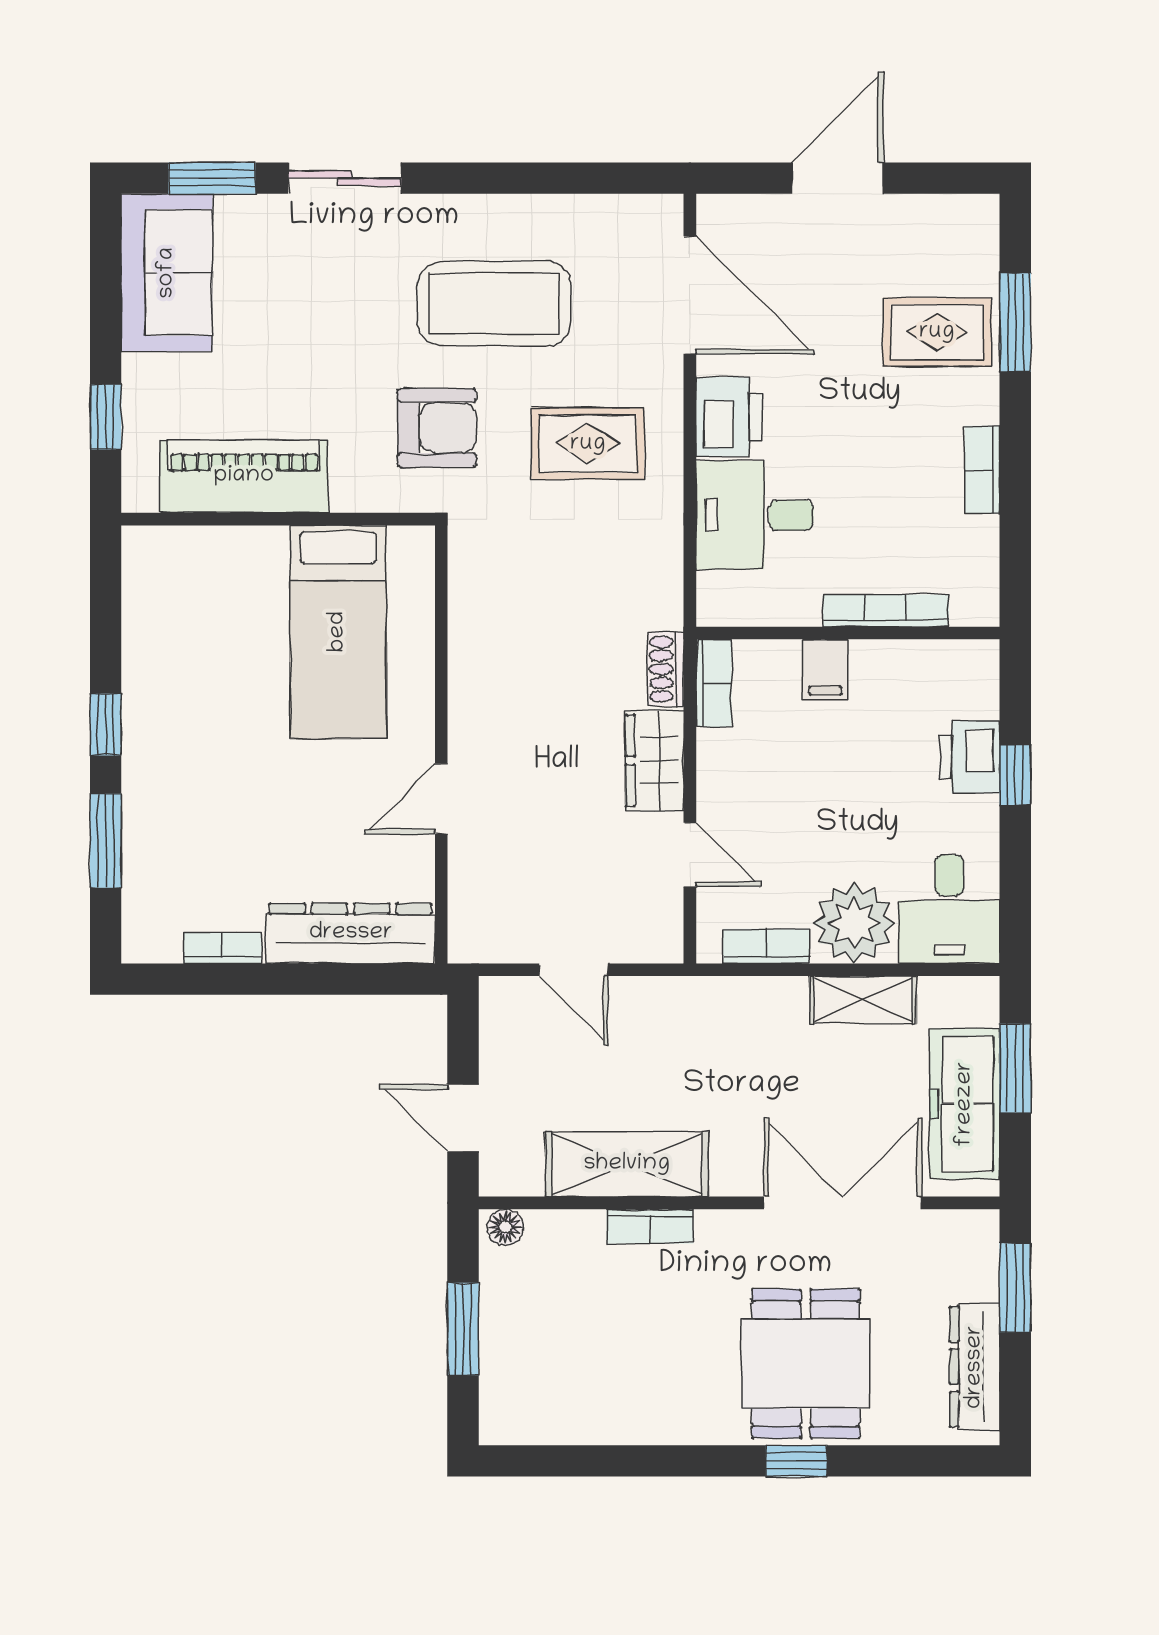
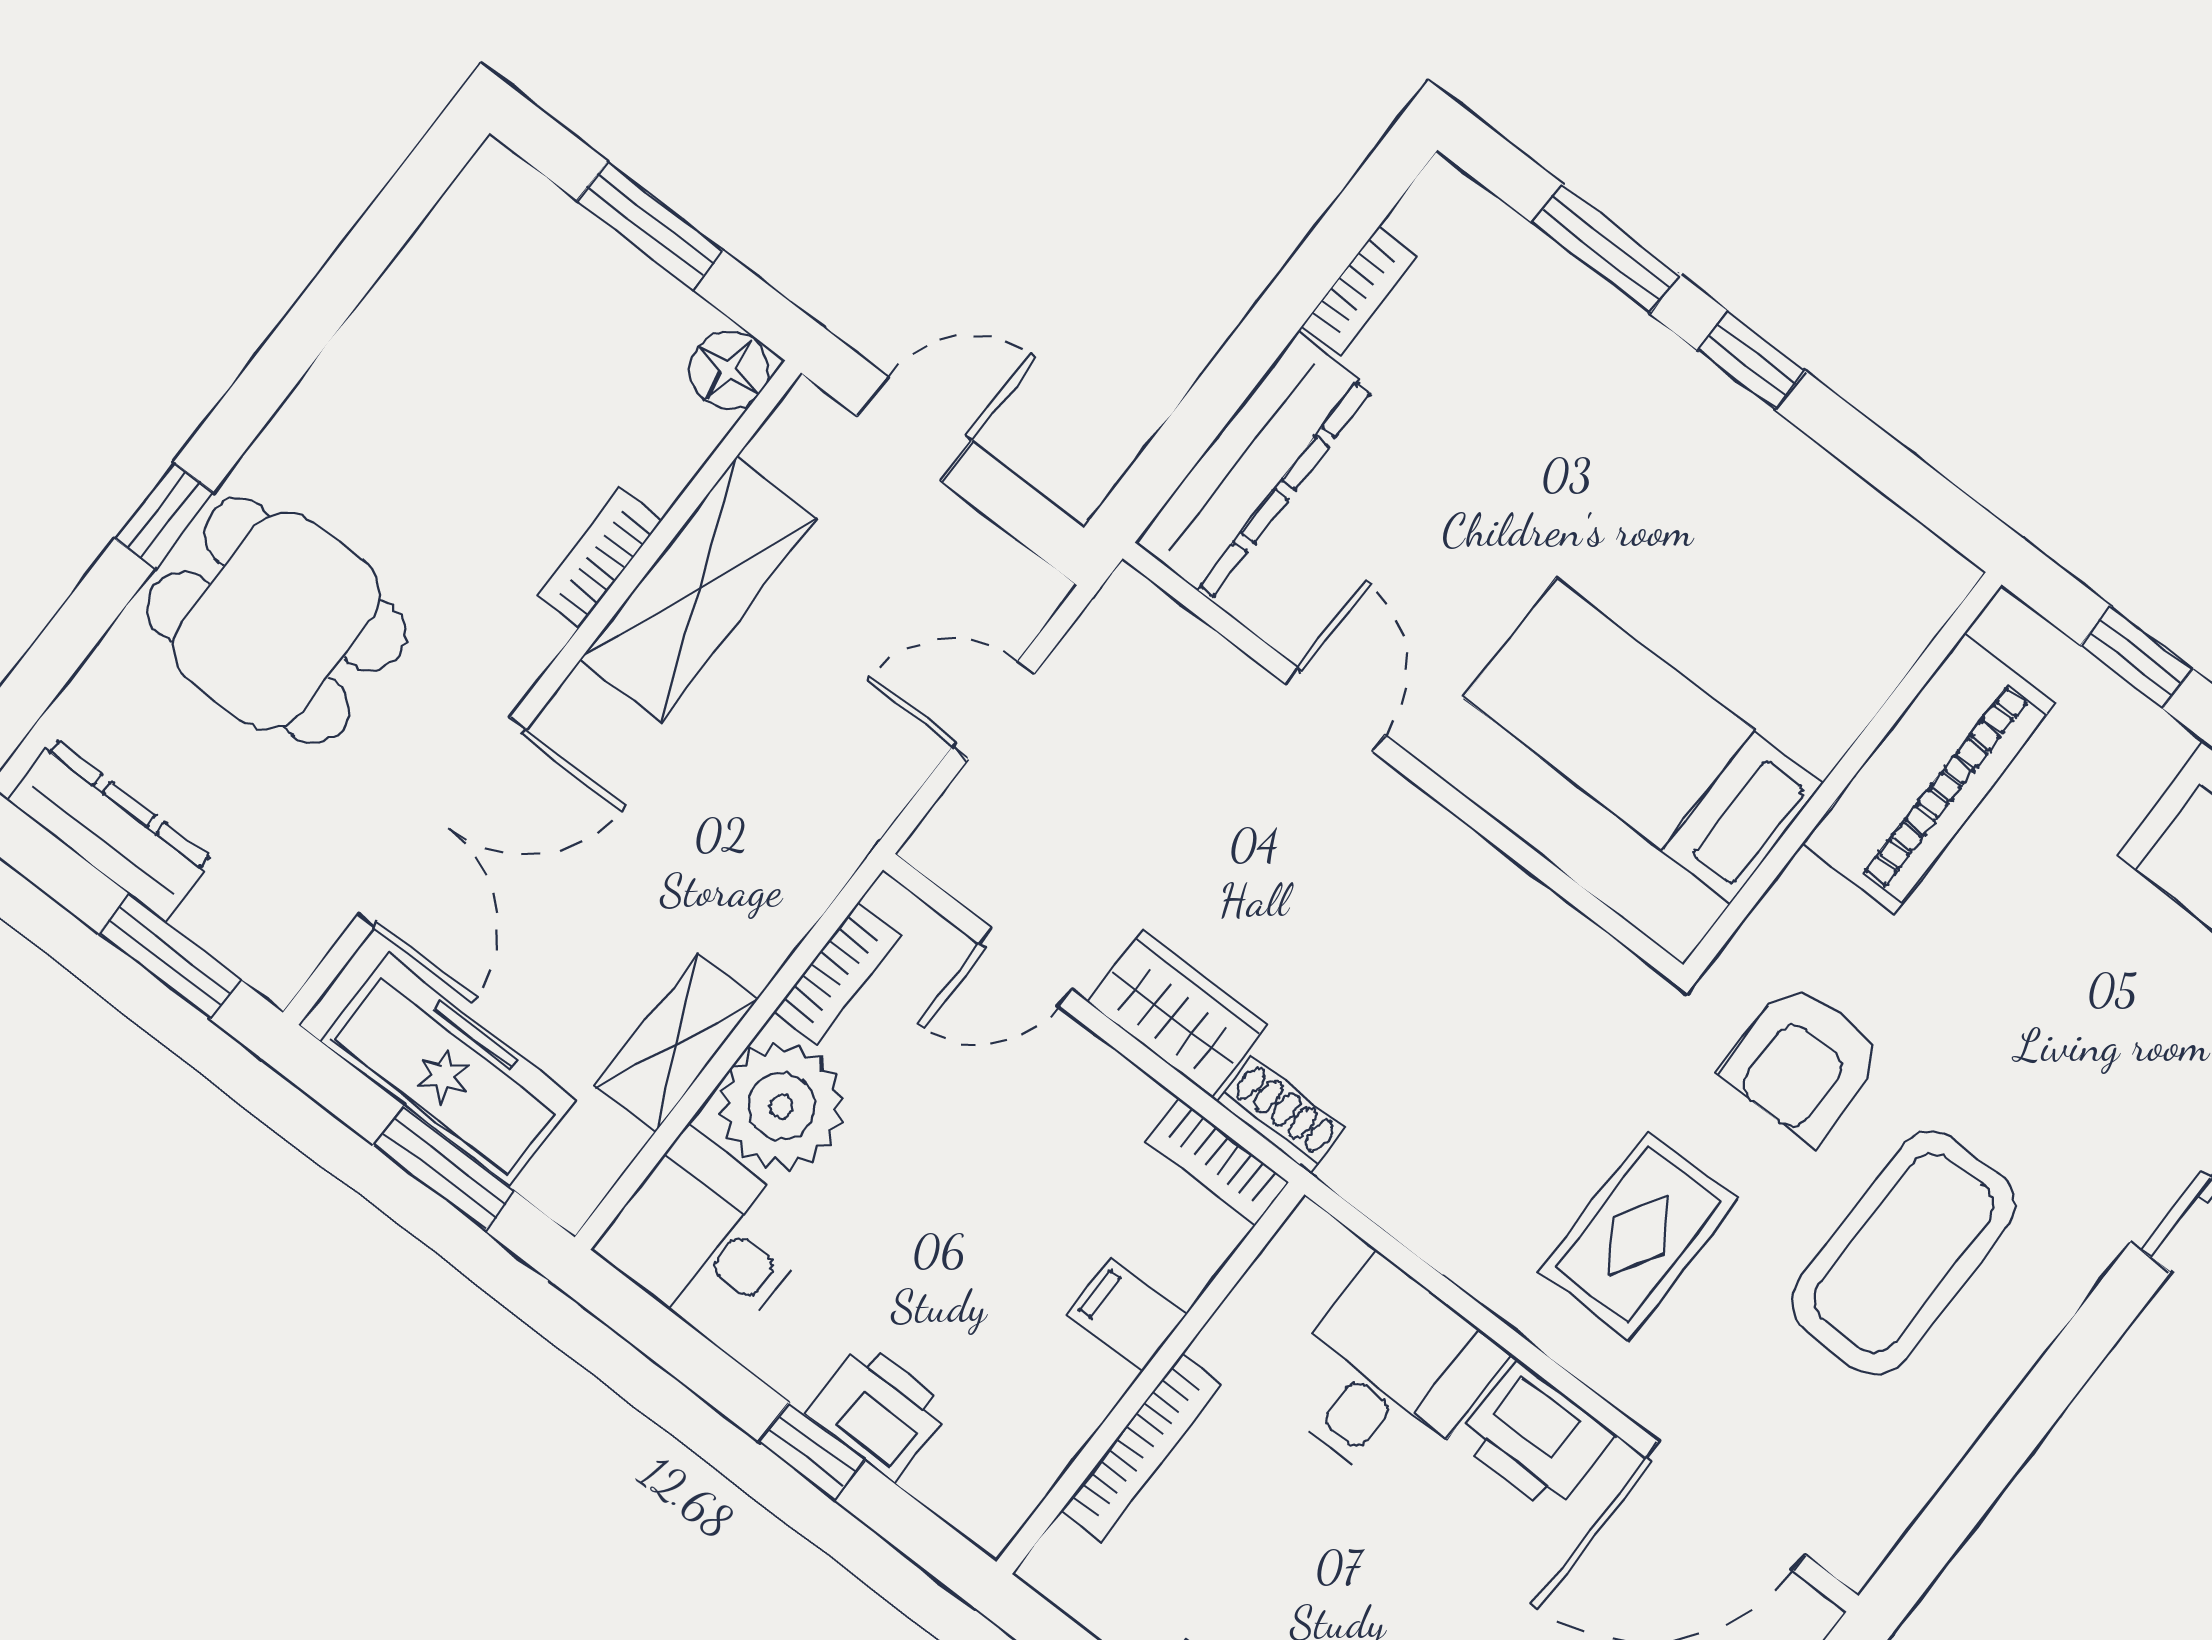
floor lamp: (505, 1227) -> (729, 370), width x1.37, depth x1.37

